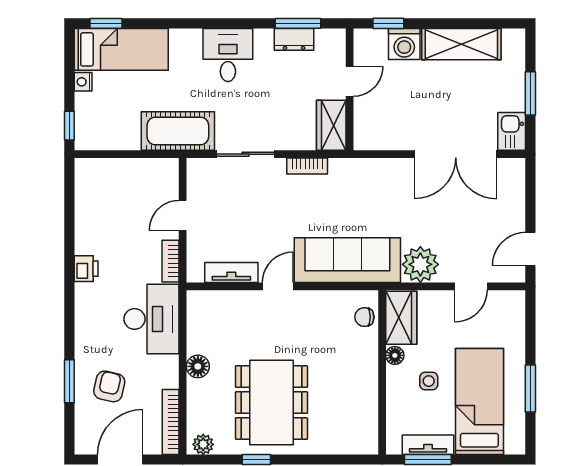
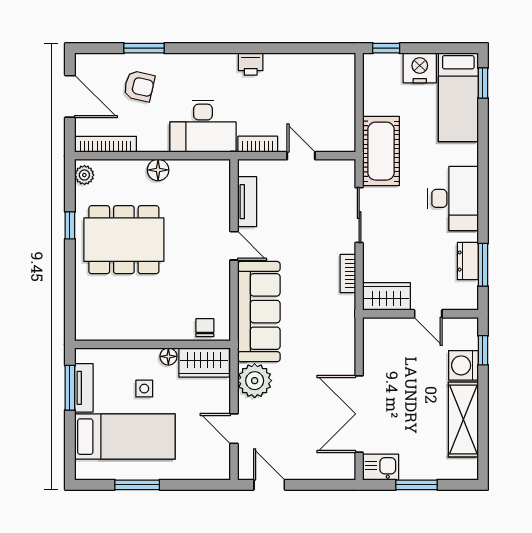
desk: (228, 55) -> (453, 198), width x1.37
nightstand: (83, 82) -> (420, 68), width x1.89, depth x1.79

